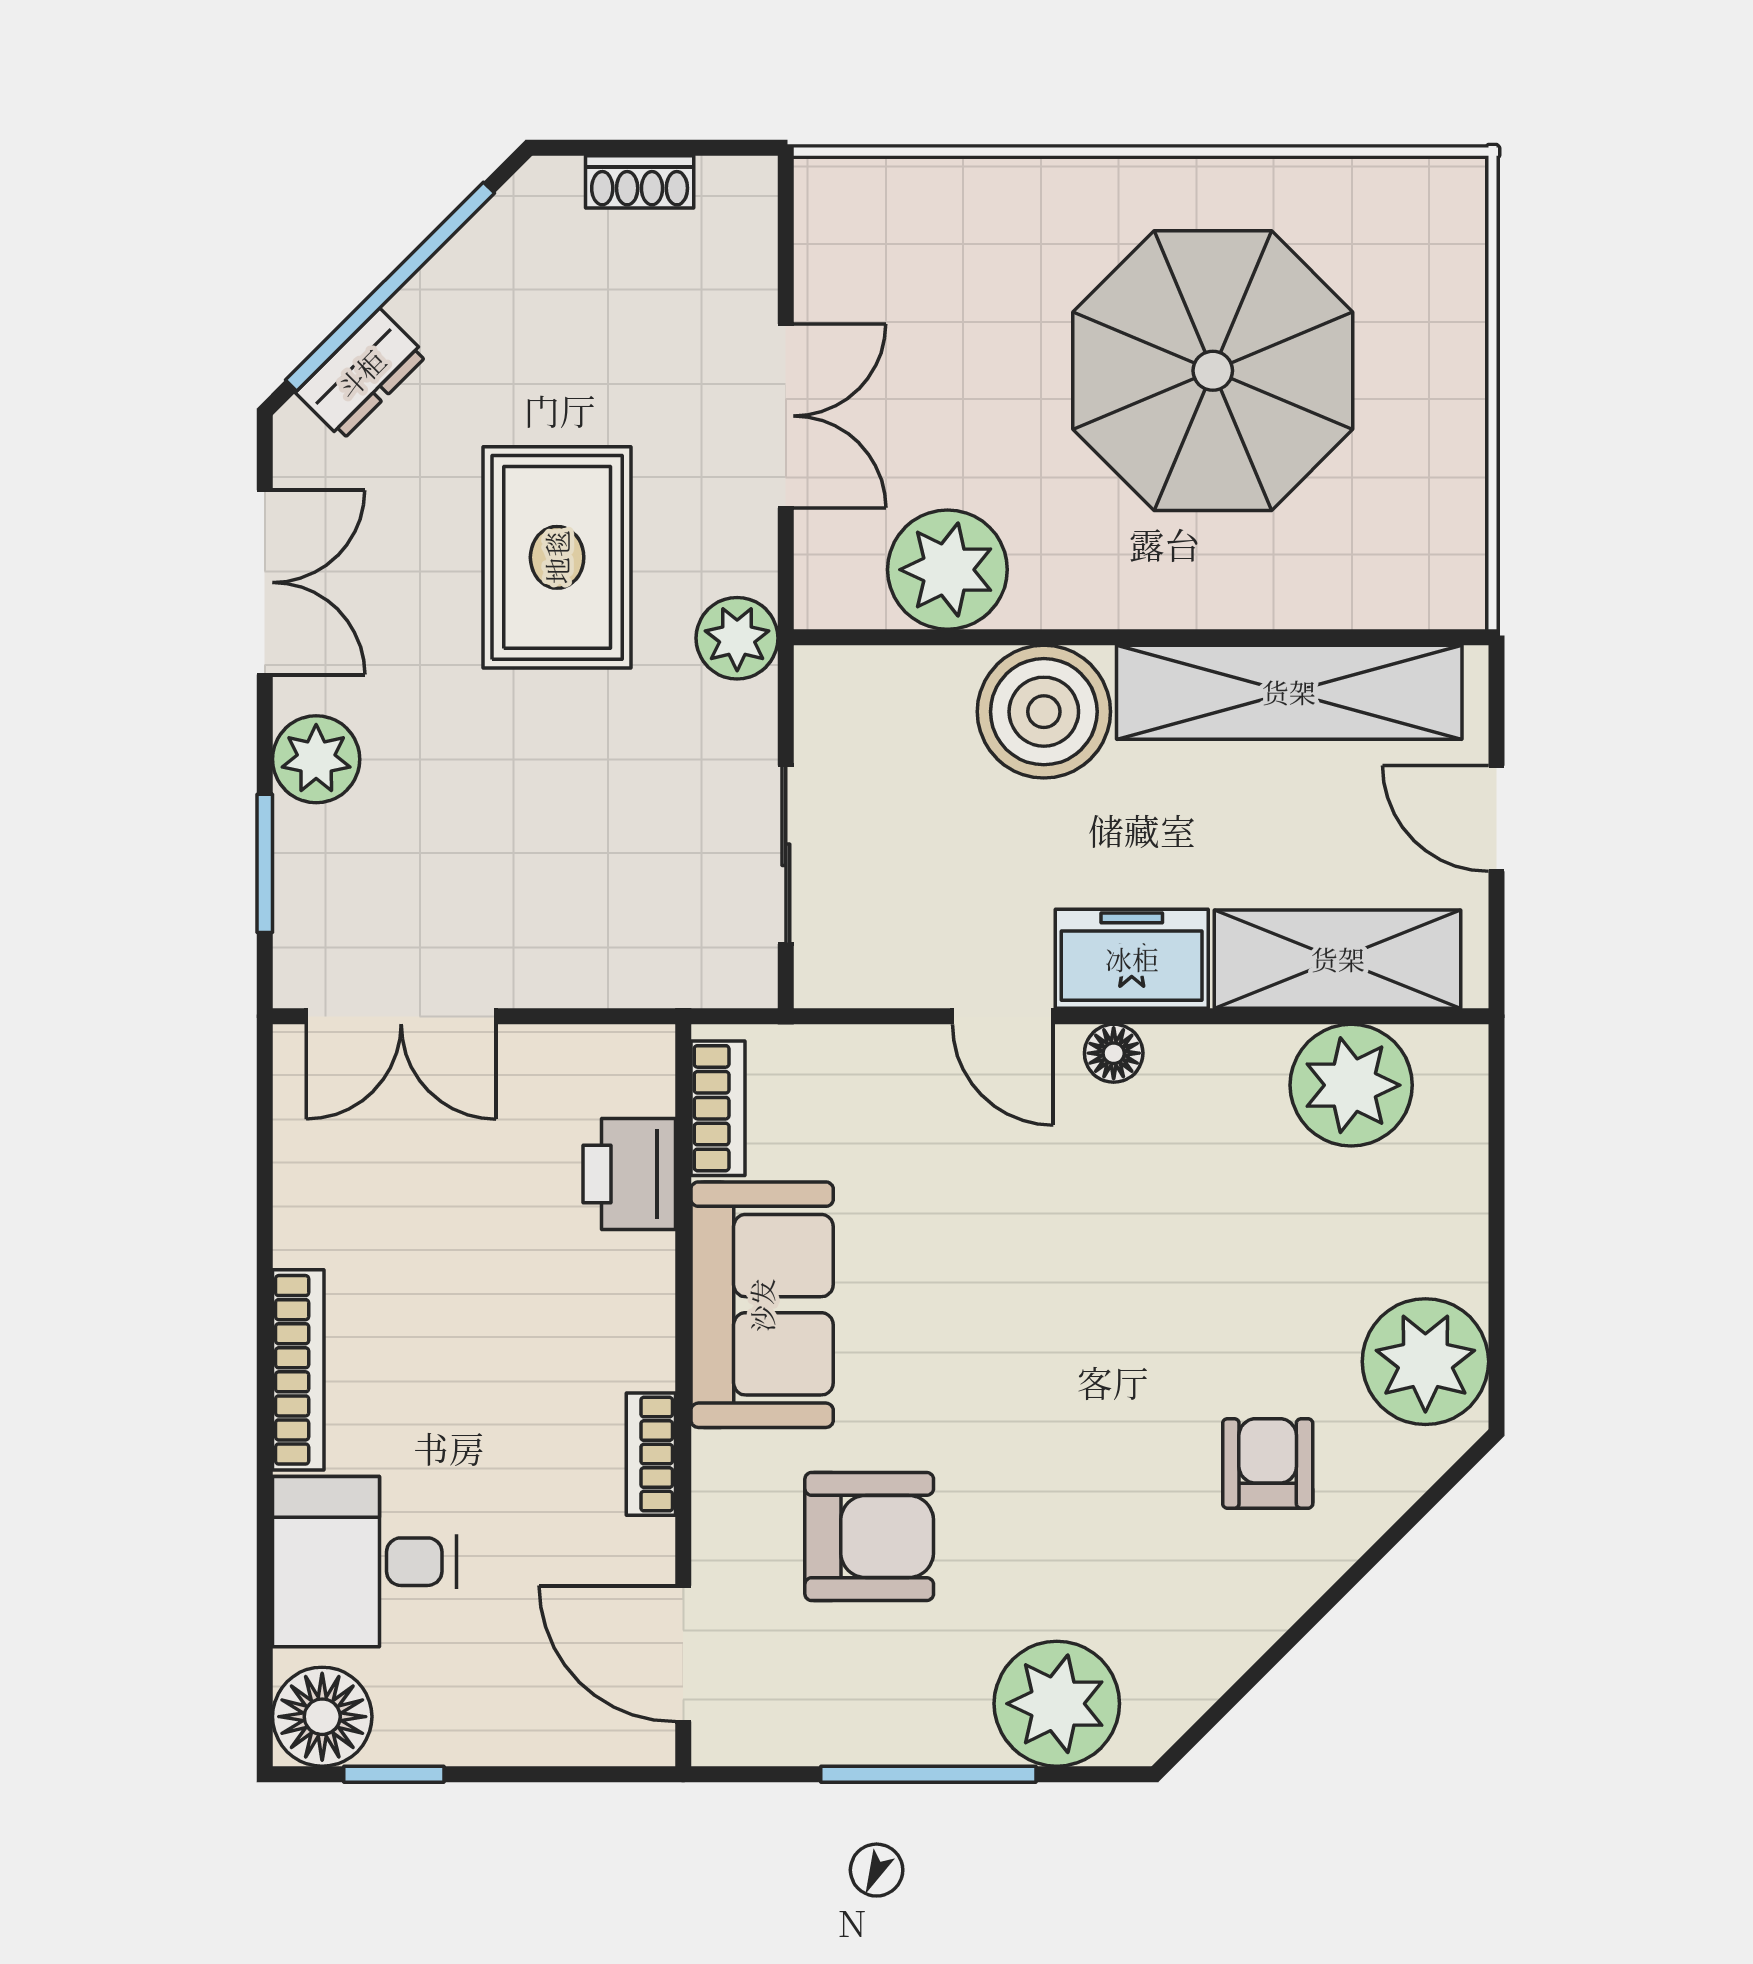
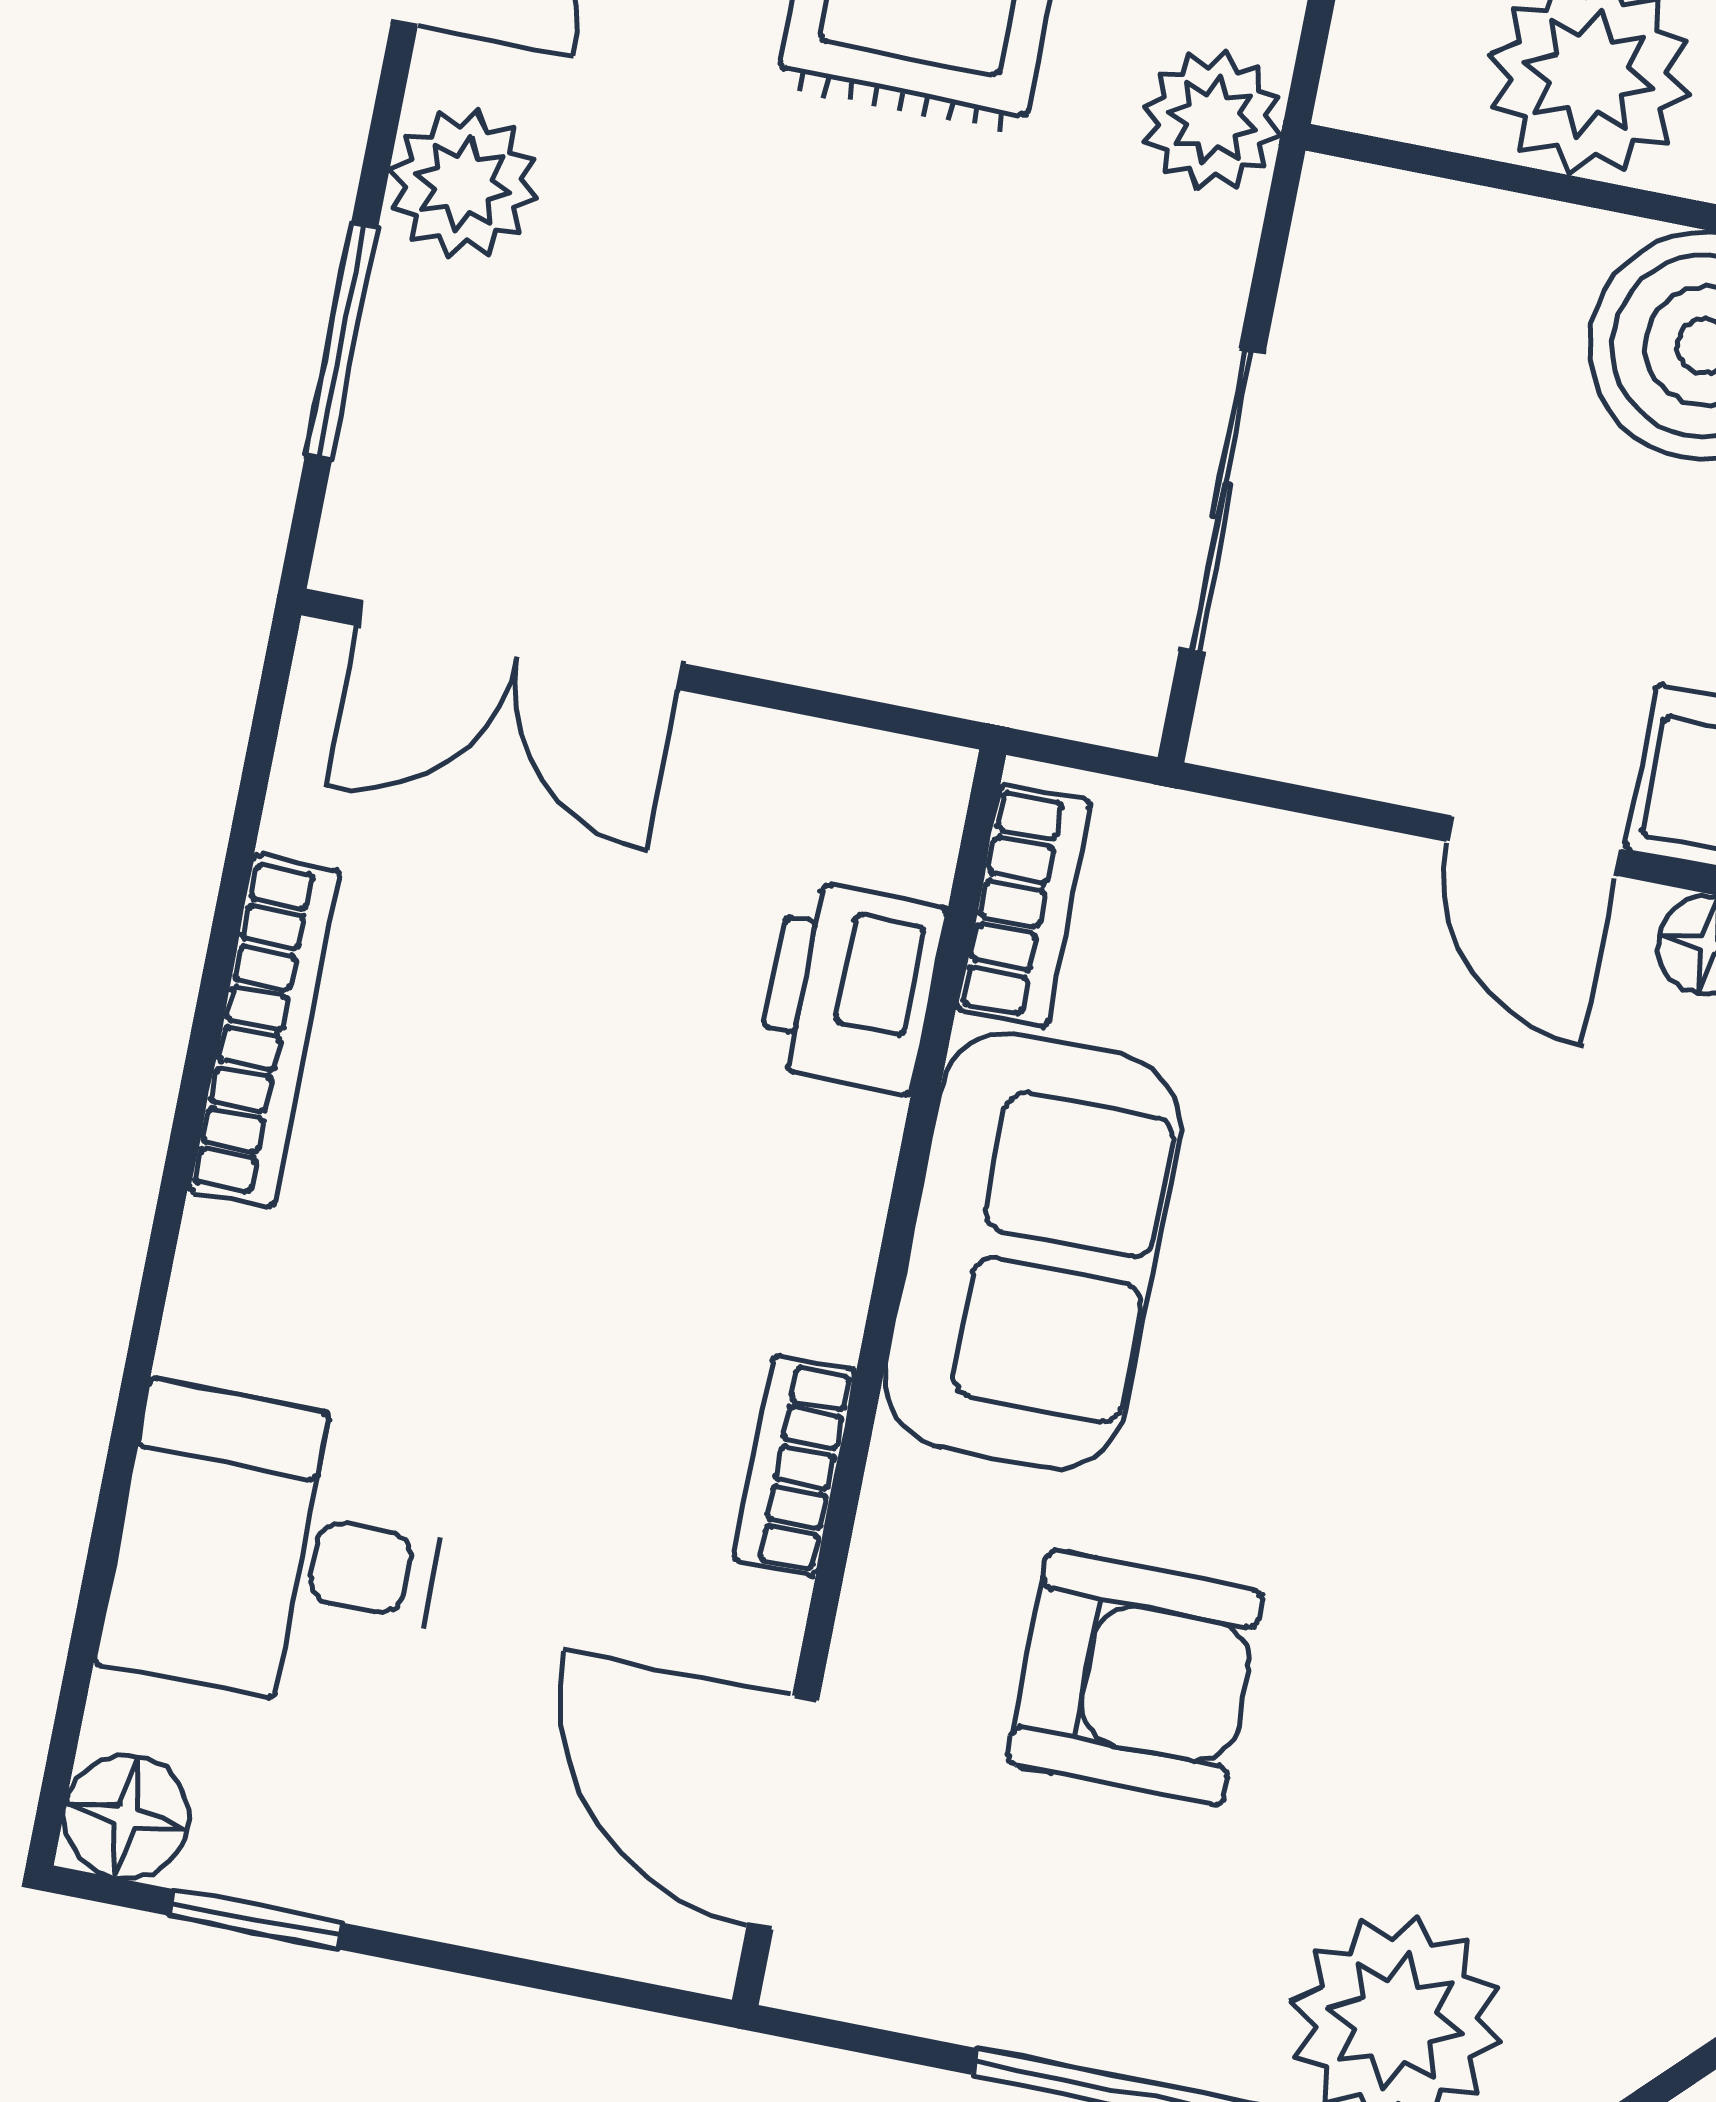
bookcase: (298, 1370) -> (264, 1031), moved
floor lamp: (322, 1717) -> (126, 1817), width x0.73, depth x0.73

